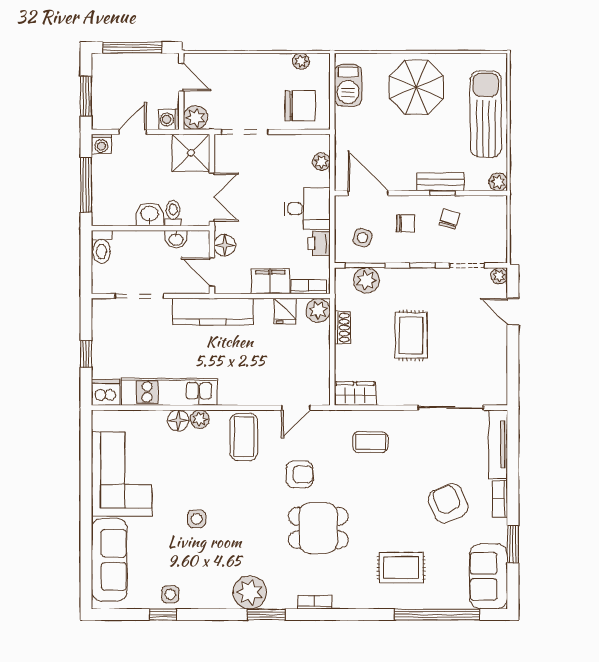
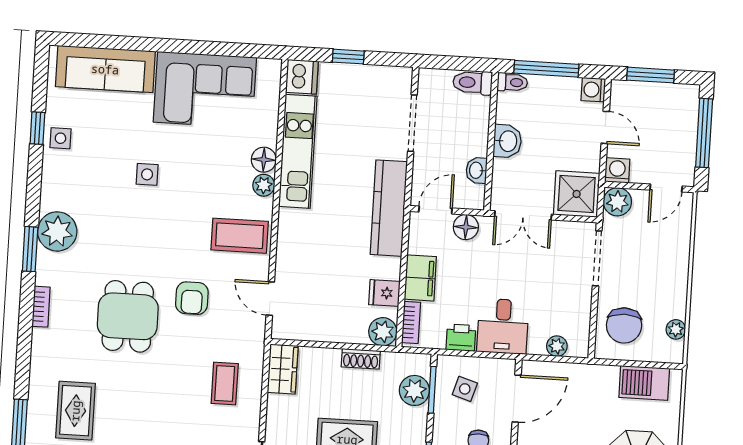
toilet: (173, 213) -> (512, 82), moved

